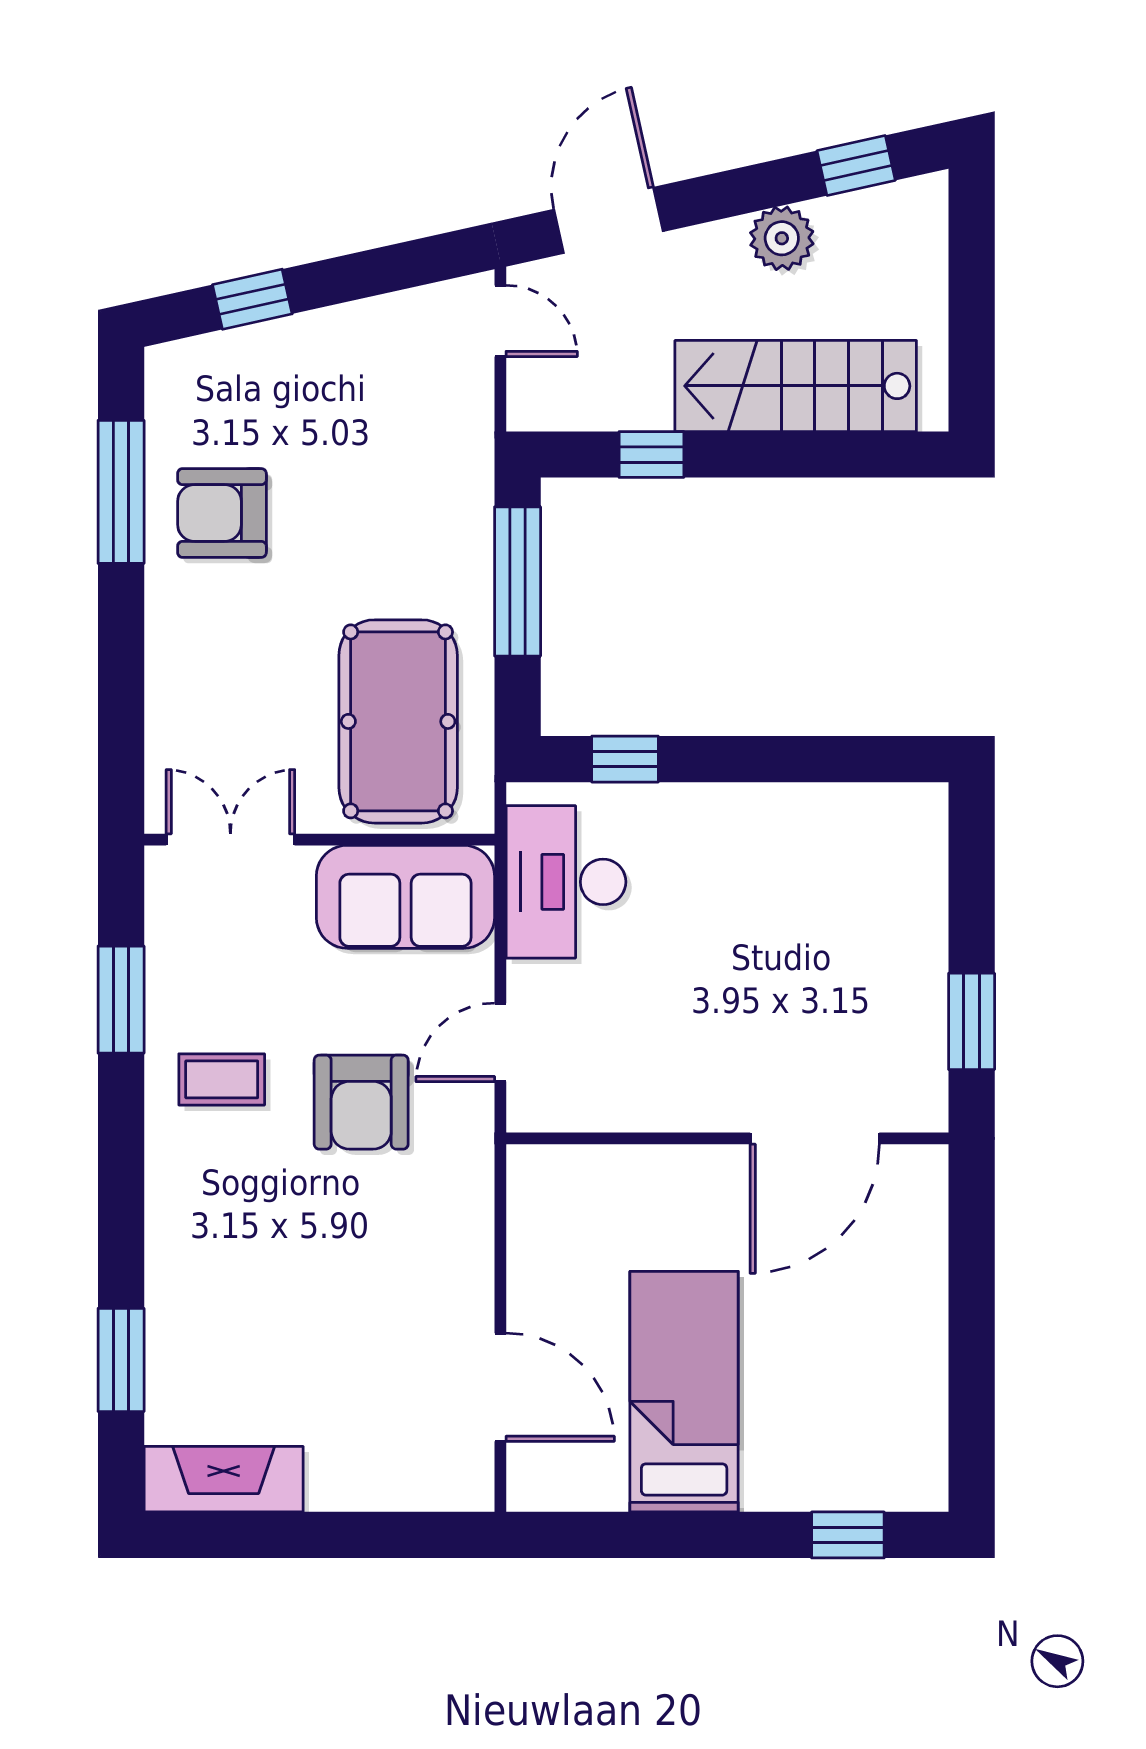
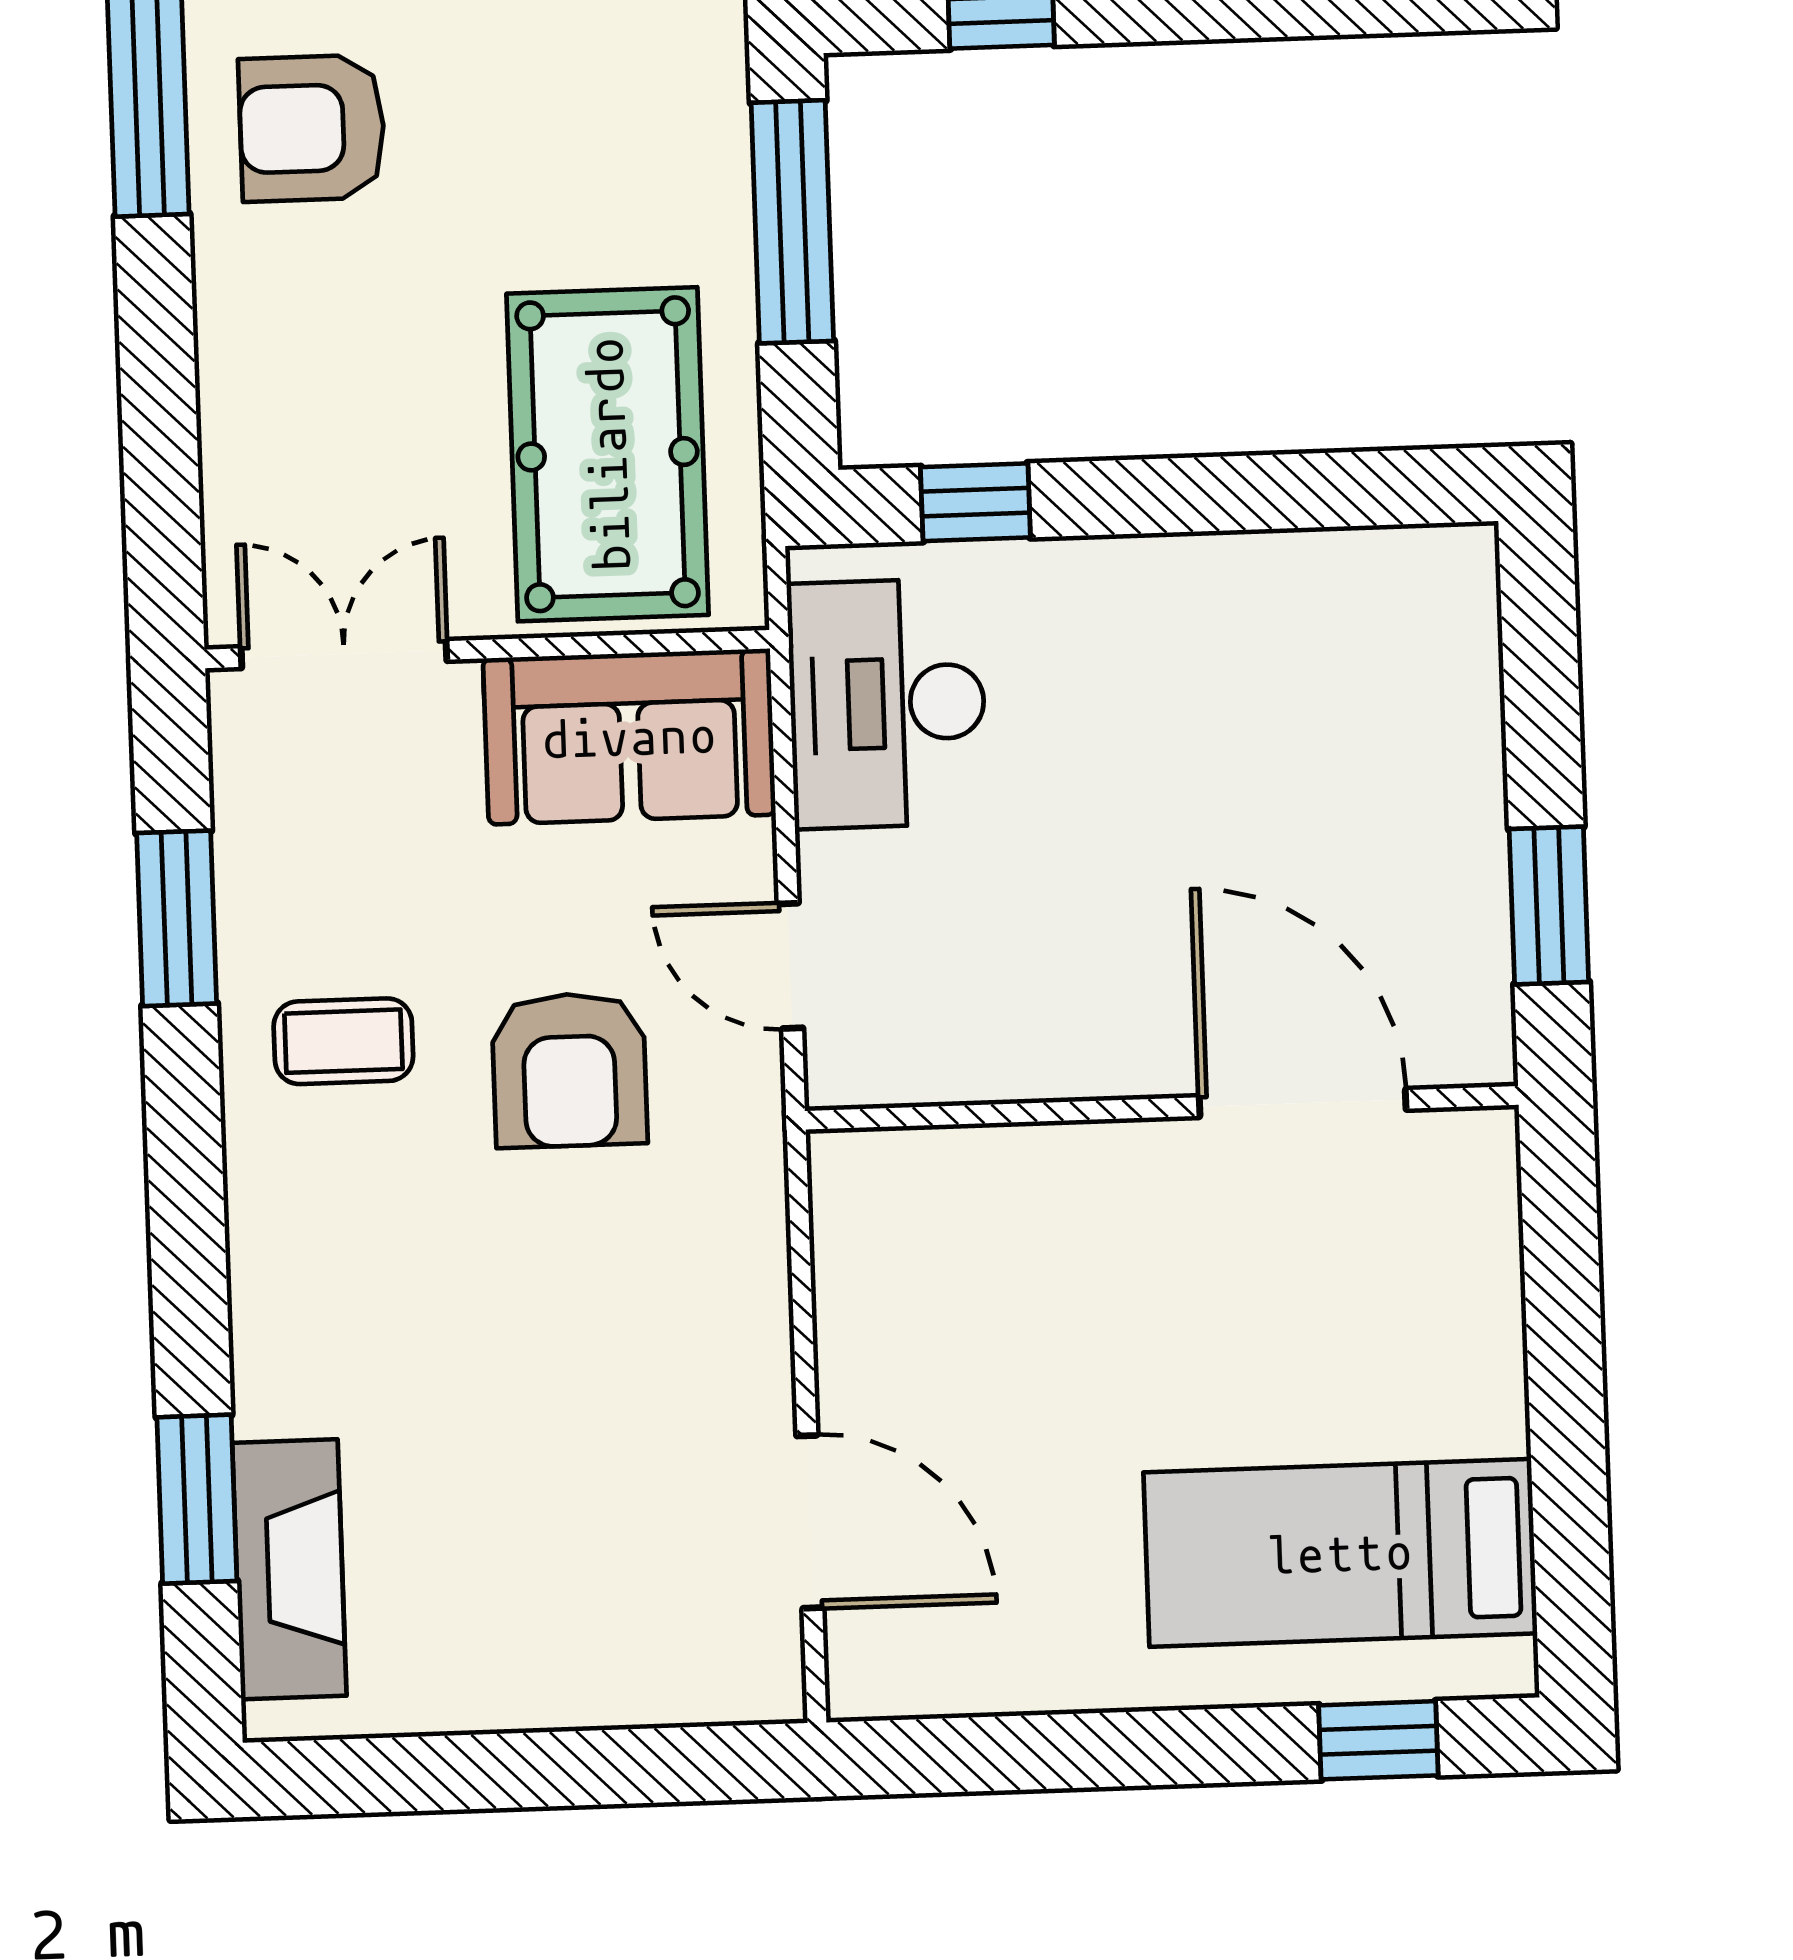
door: (500, 1042) -> (790, 966), hinge flipped
door: (815, 1138) -> (1303, 1103), swing flipped
bed: (684, 1392) -> (1340, 1553), moved, turned -90
fireplace: (224, 1479) -> (289, 1569), moved, turned 90

